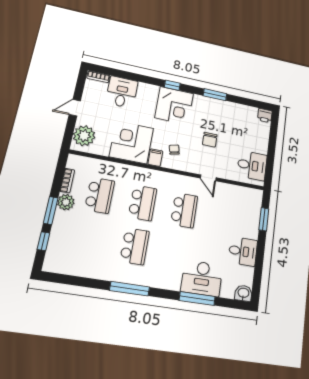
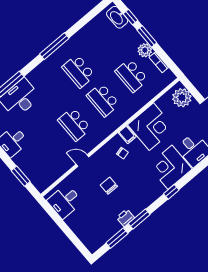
window: (244, 101) -> (117, 238), added
corner desk: (174, 106) -> (170, 167), moved
printer: (265, 115) -> (125, 218), moved
washbasin: (54, 254) -> (117, 17), added

